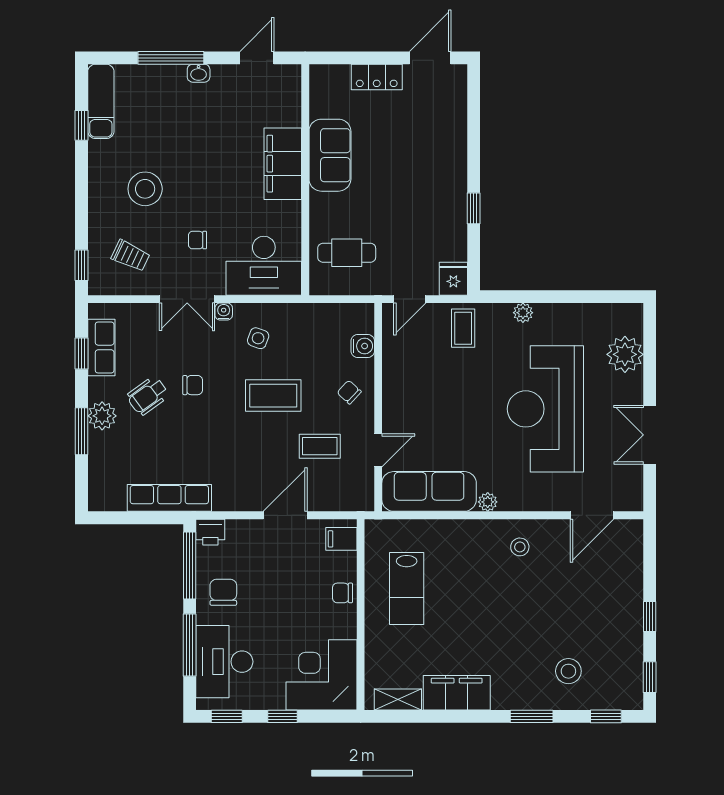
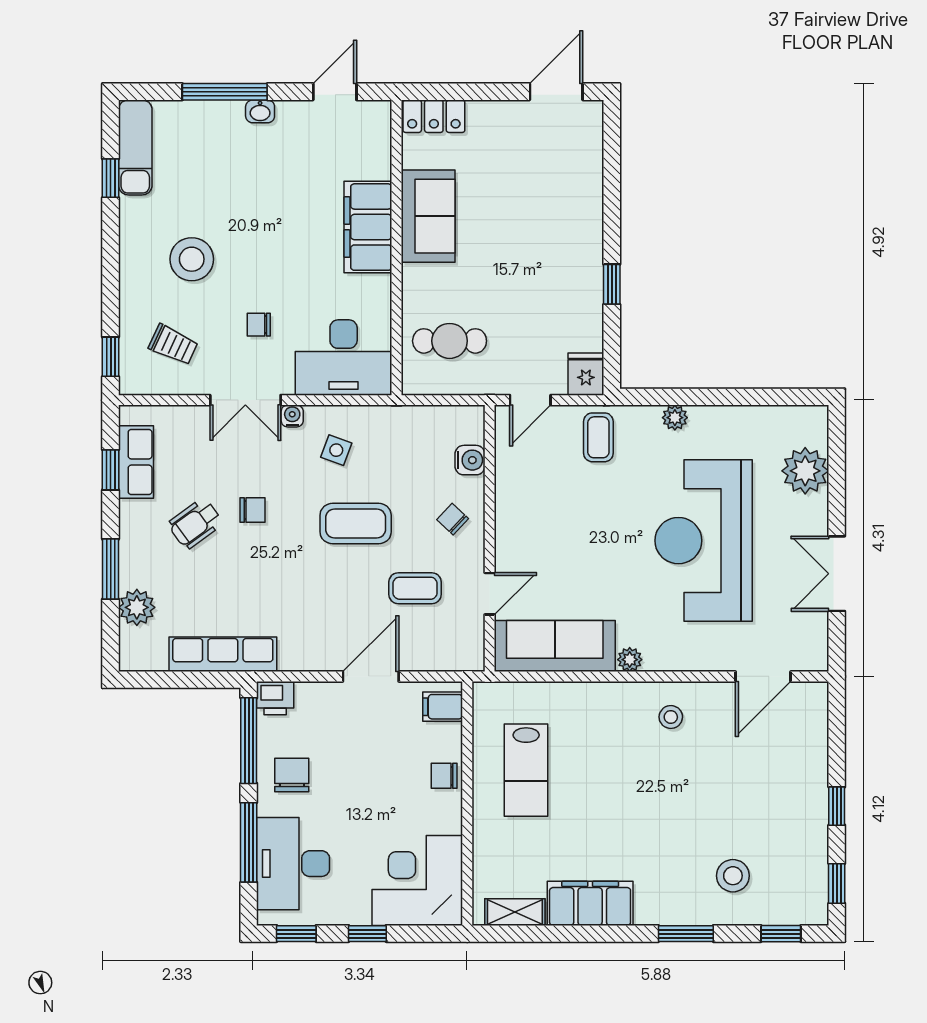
locker: (377, 77) -> (434, 116), moved
plant: (102, 416) -> (137, 607), moved

